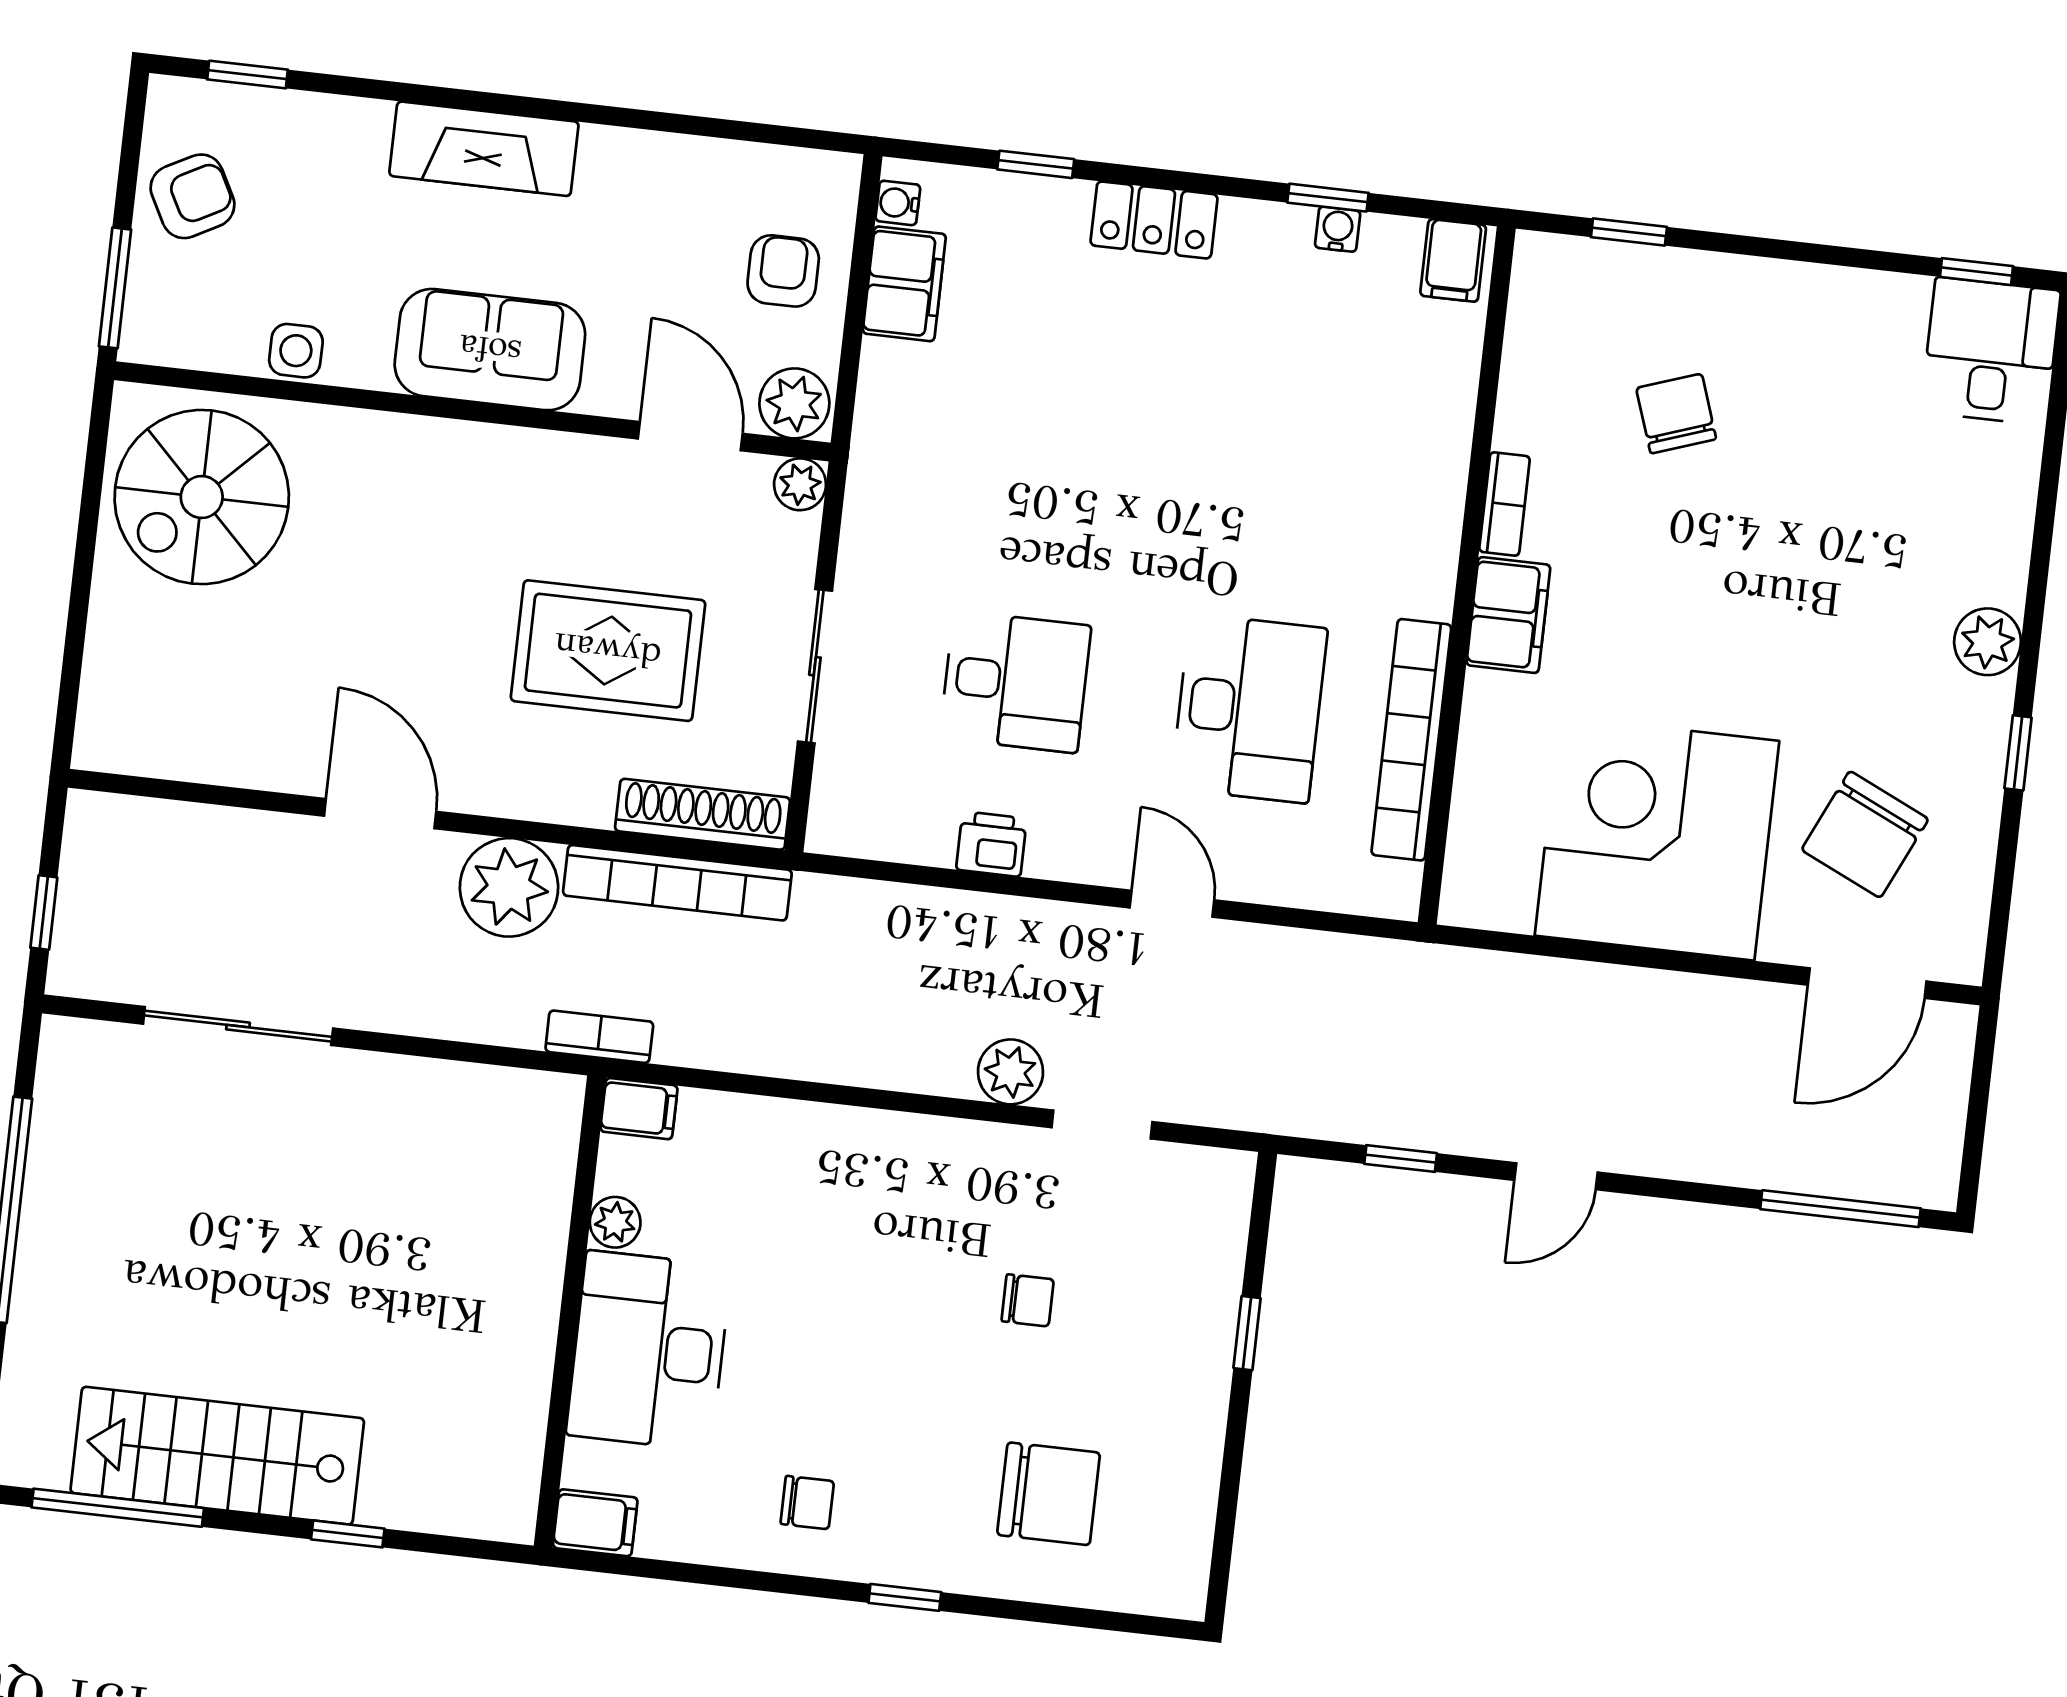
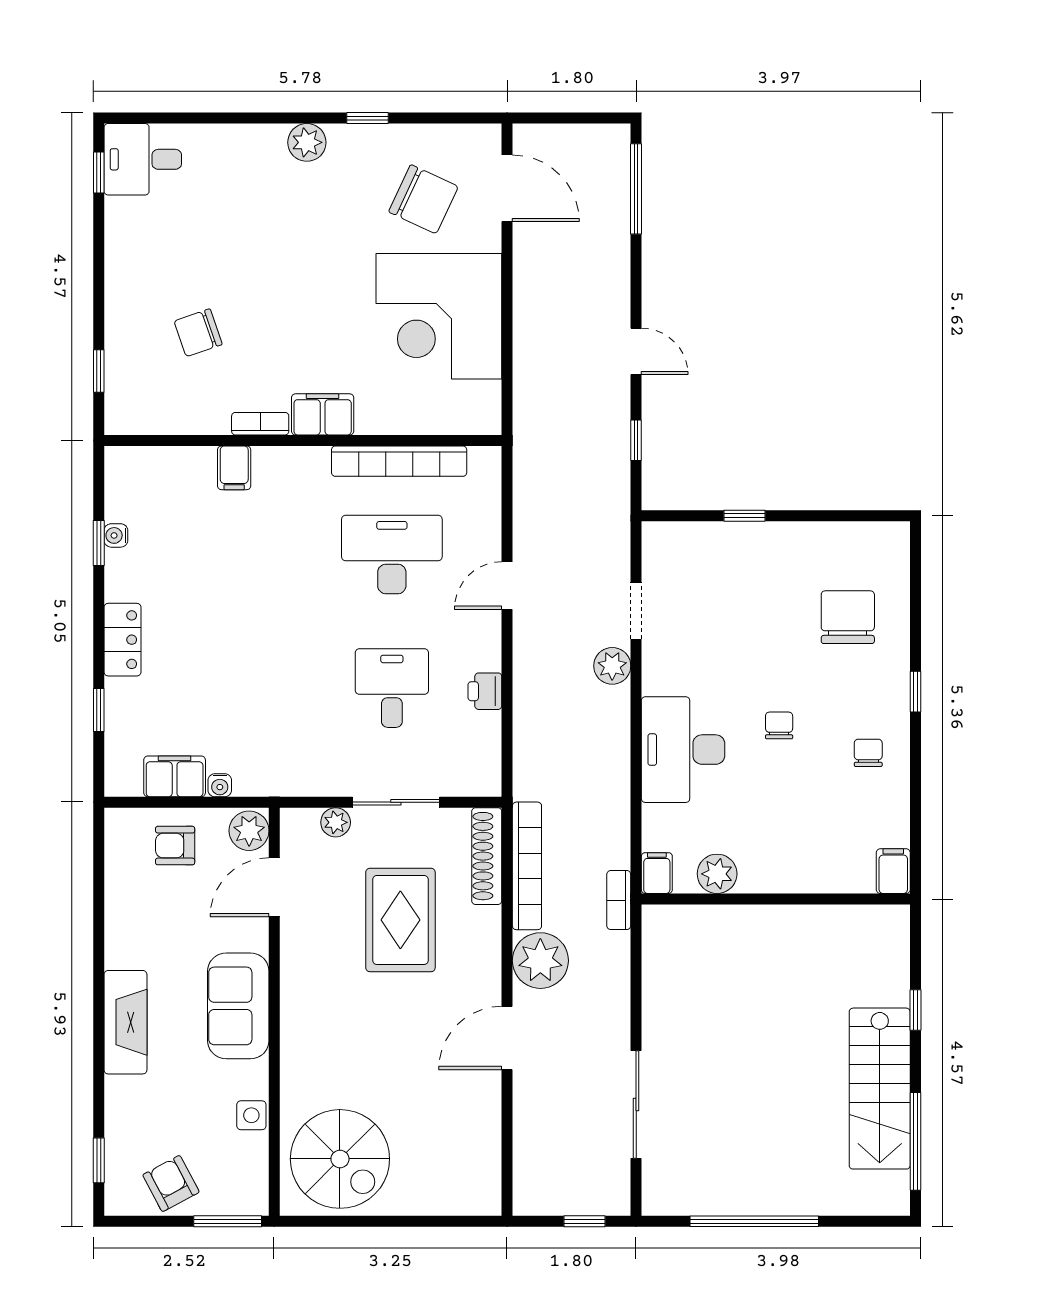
water cooler: (898, 203) -> (220, 785), moved
filing cabinet: (1453, 260) -> (234, 468), moved, turned 90
plant: (800, 484) -> (336, 822), moved
plant: (615, 1222) -> (717, 874), width x1.38, depth x1.38
chair: (1028, 1300) -> (779, 725), moved
desk: (649, 1351) -> (683, 750), moved, turned 90

